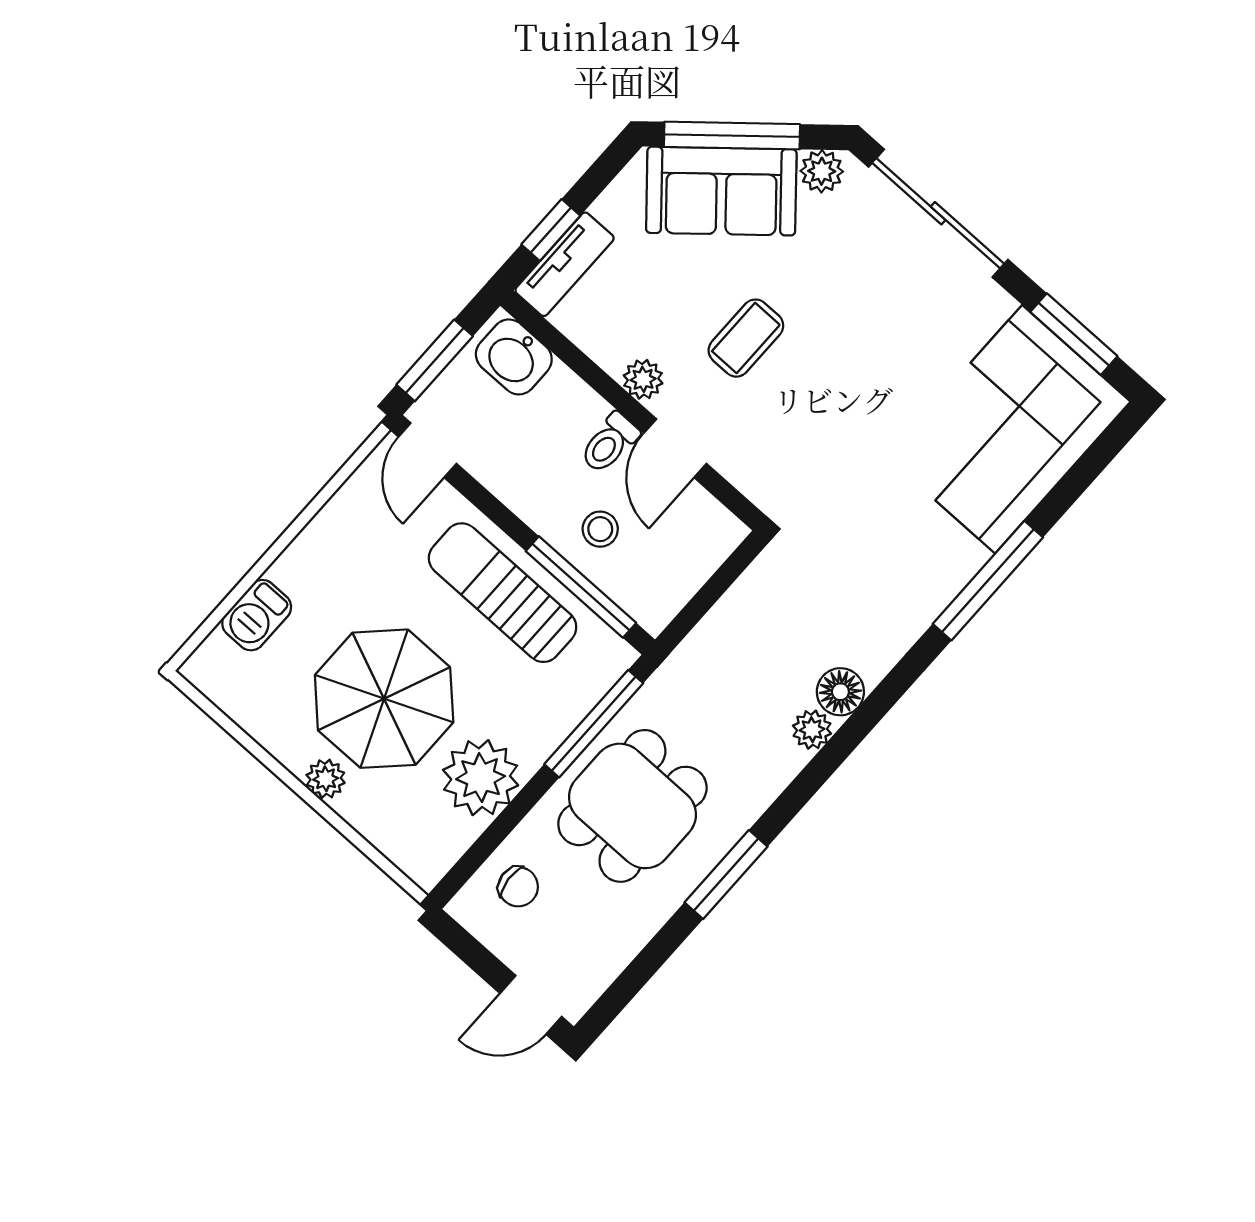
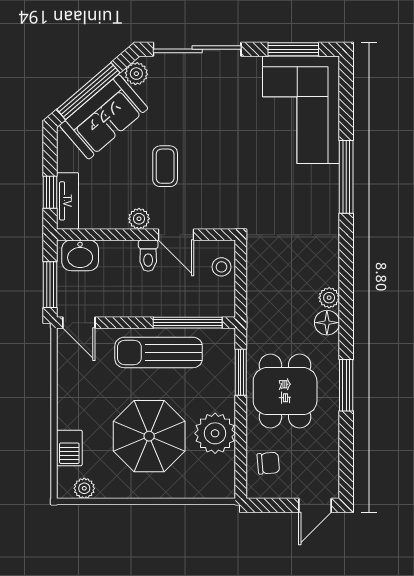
stool: (600, 529) -> (221, 267), moved
floor lamp: (840, 692) -> (327, 323), moved
window: (594, 724) -> (241, 372), width x0.69
plant: (326, 779) -> (84, 488), moved

